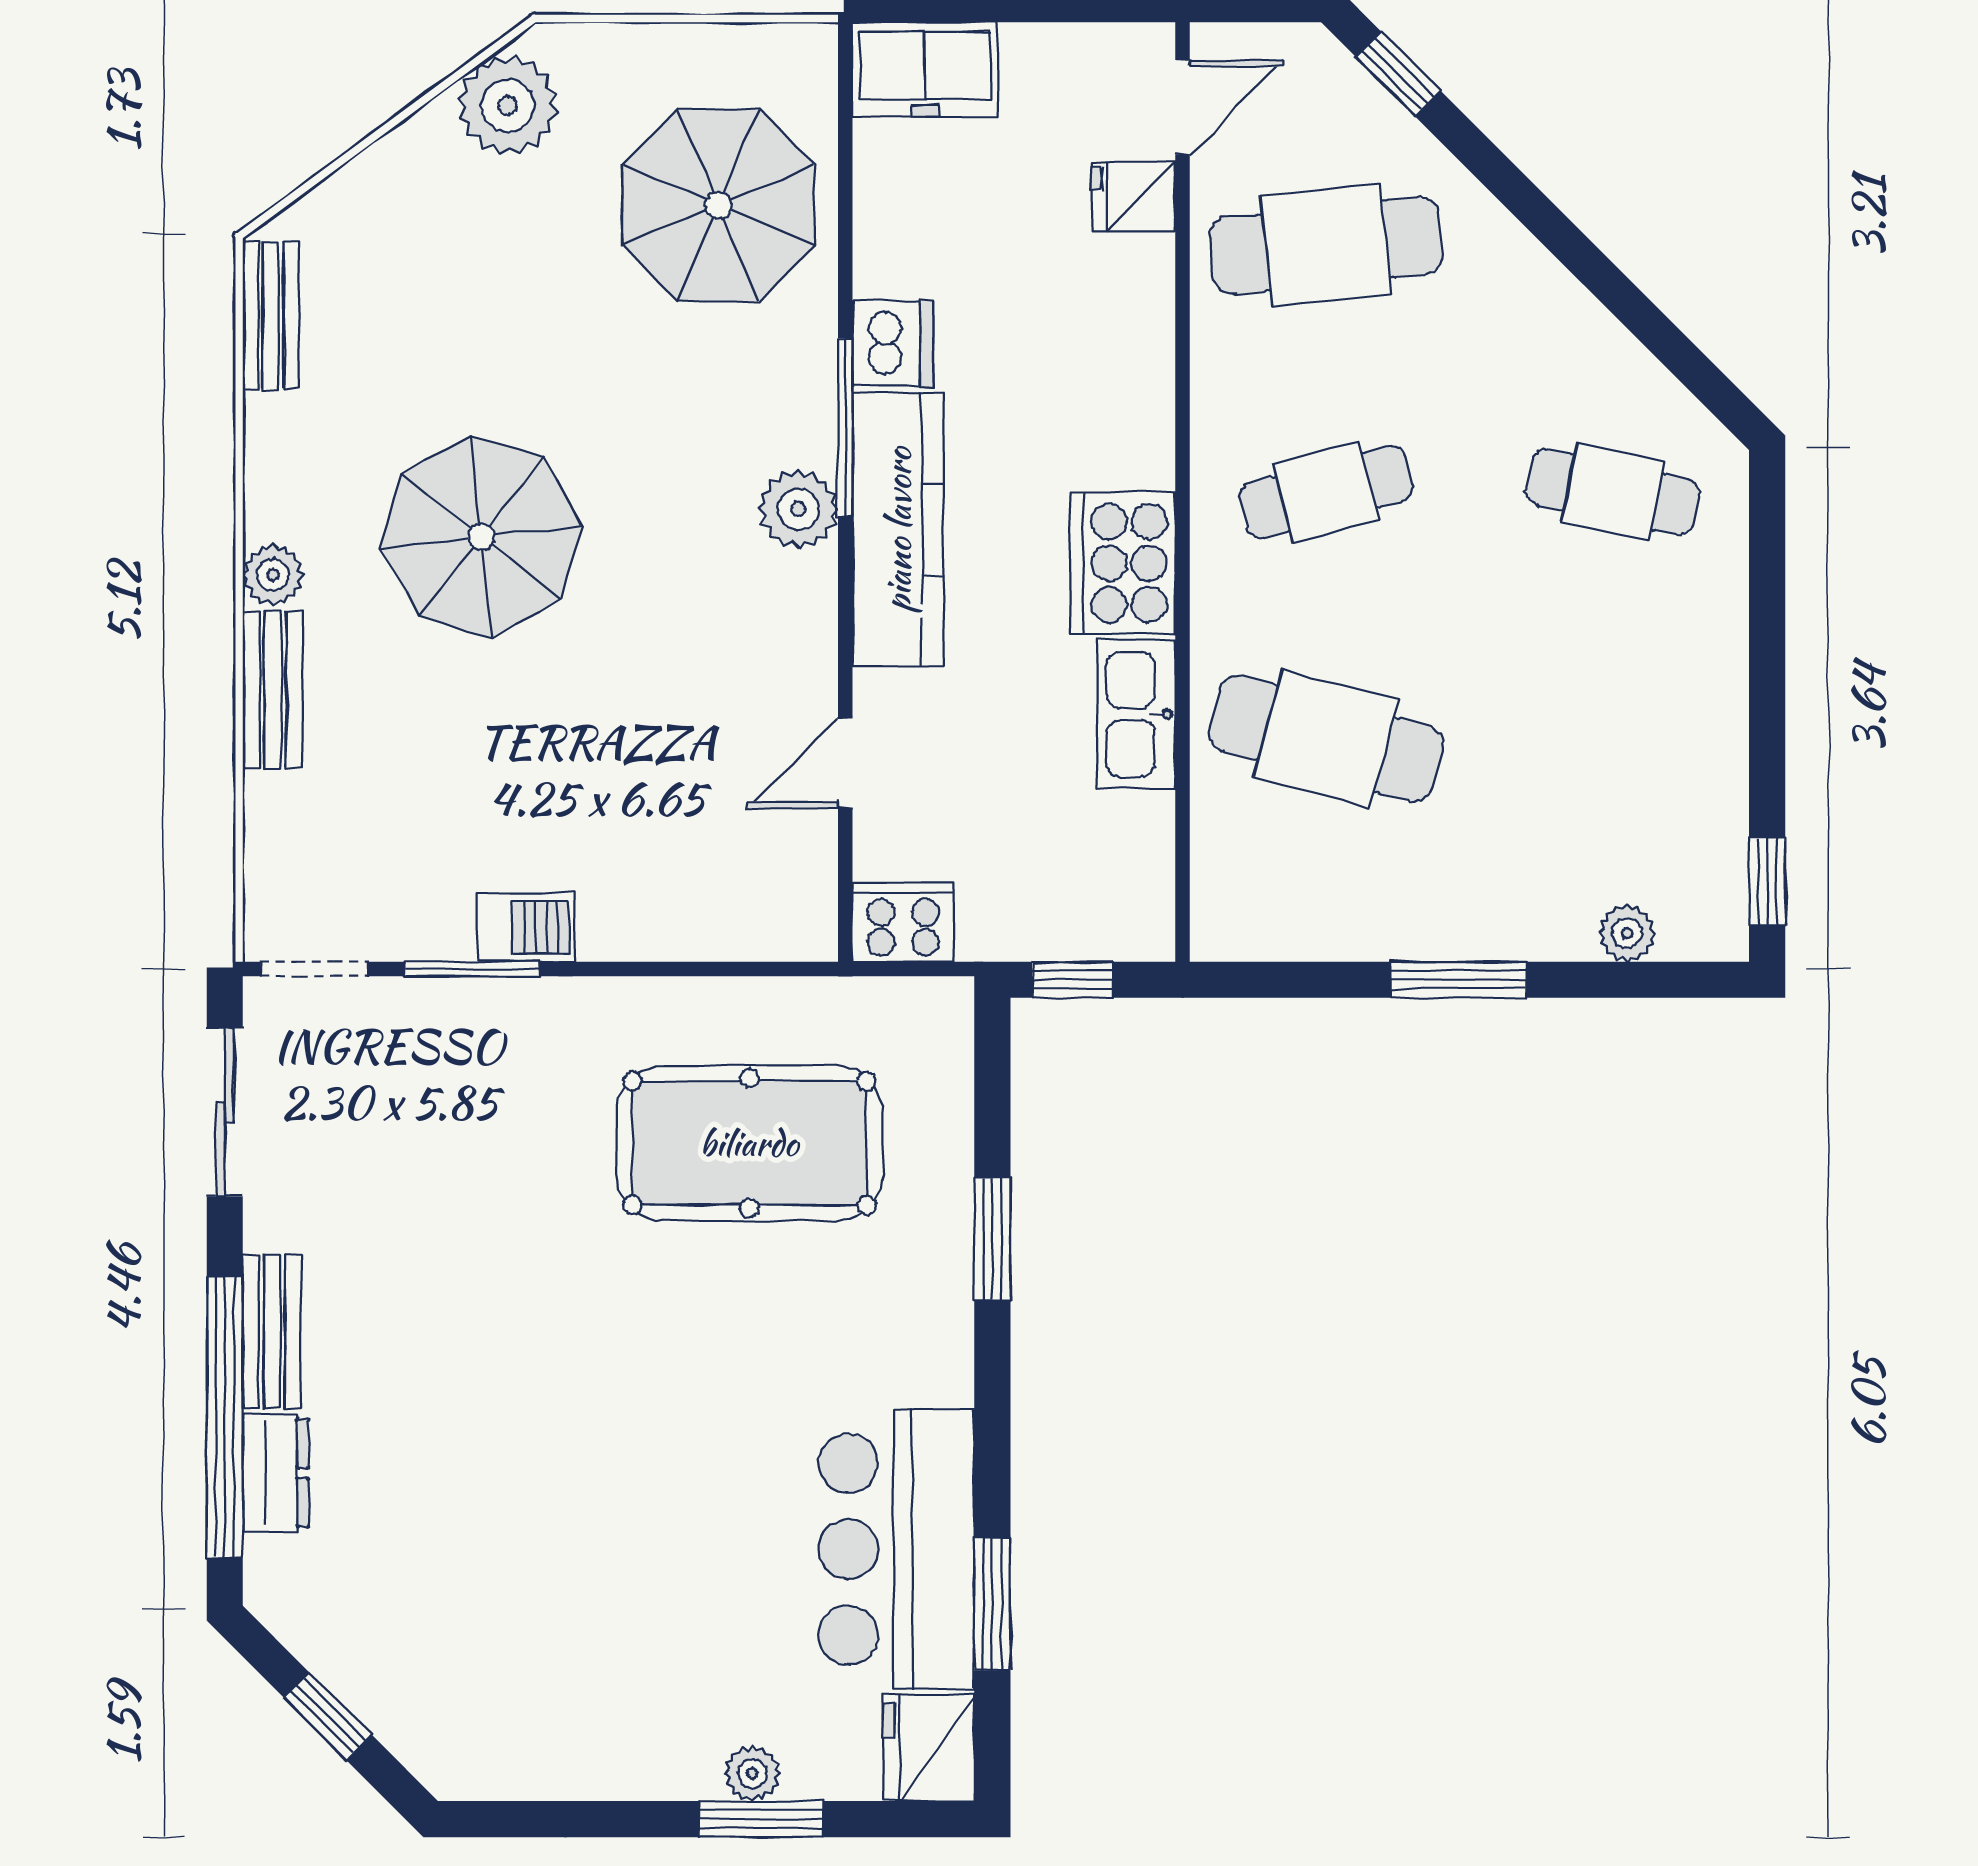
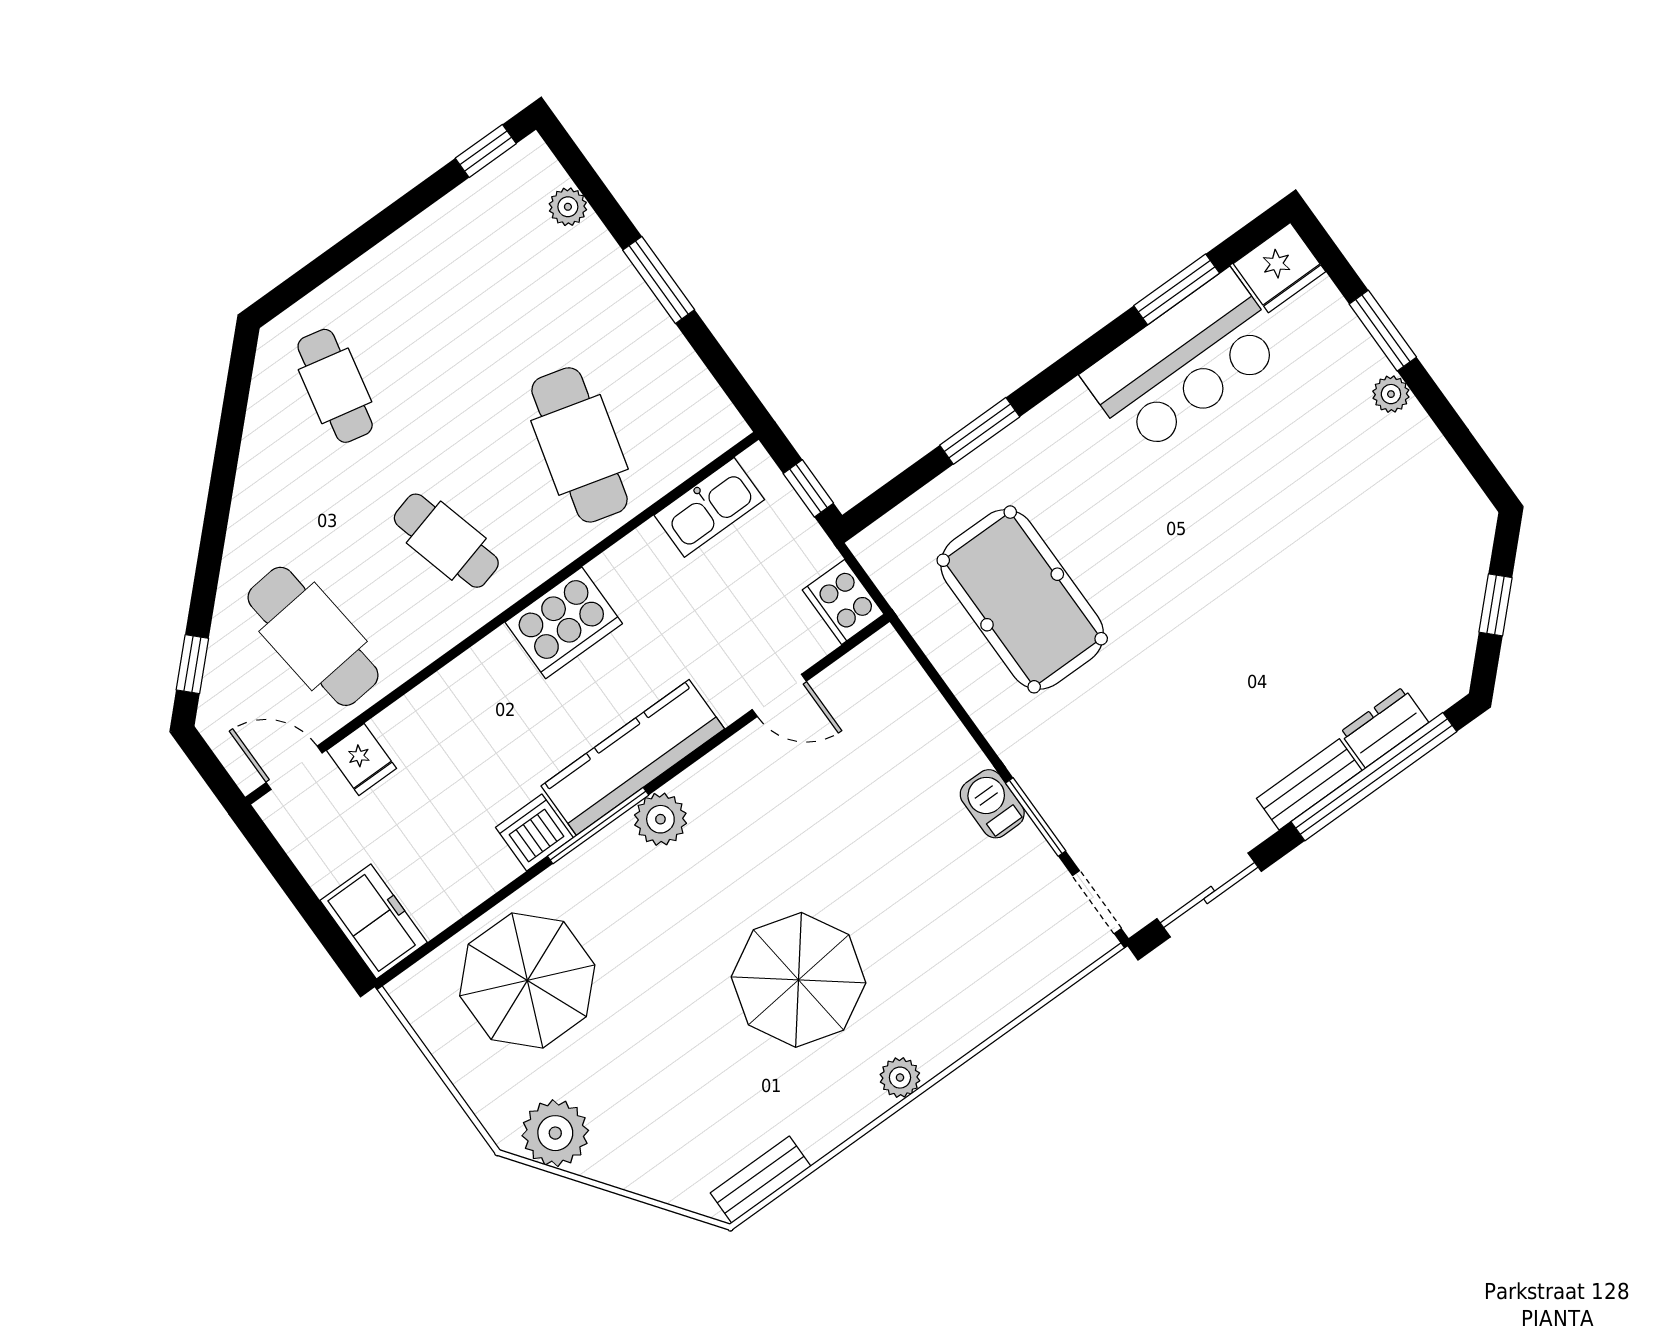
bench: (273, 690) -> (962, 1033), removed
kitchen sink: (1136, 714) -> (709, 507), moved
plant: (752, 1773) -> (1391, 394), moved

